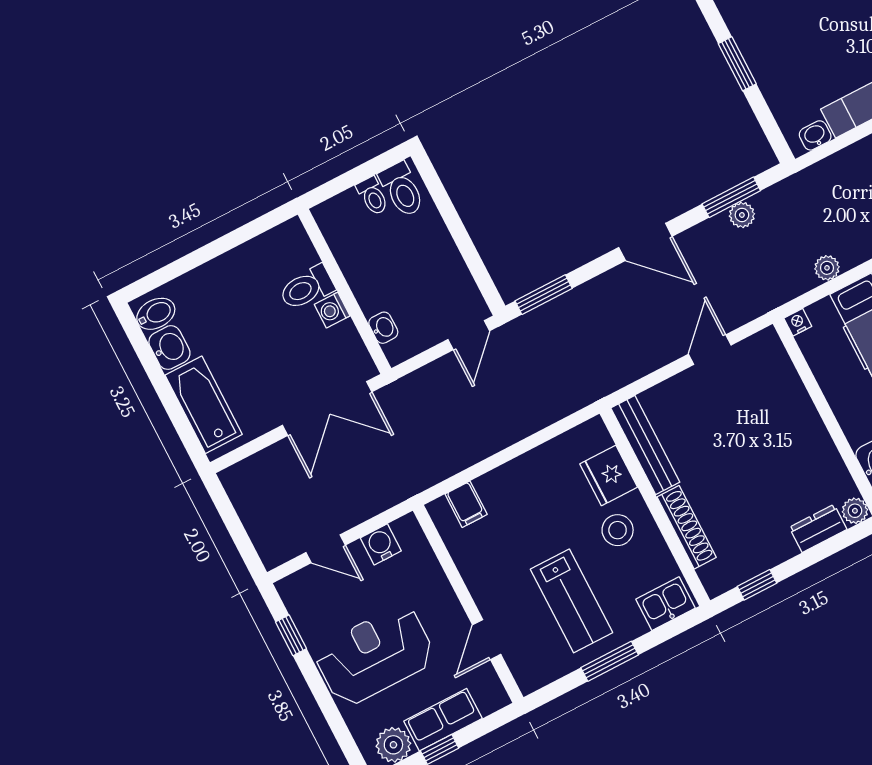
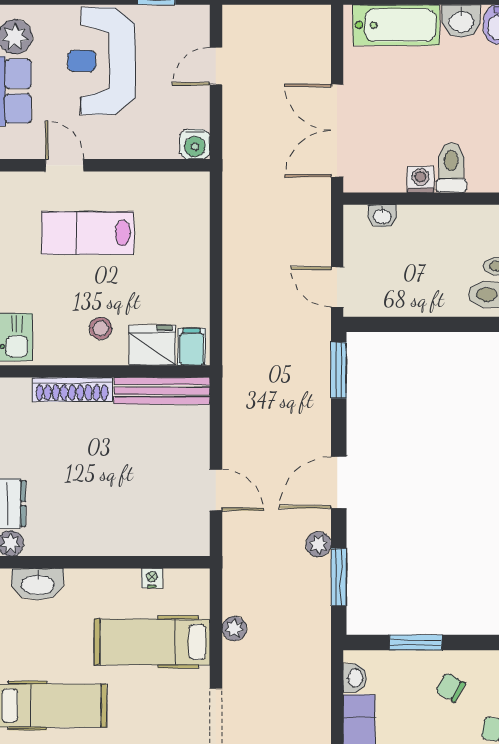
chair: (779, 44) -> (450, 688), added
window: (737, 64) -> (416, 643), moved
plant: (742, 215) -> (319, 544), moved
nightstand: (798, 322) -> (152, 578), moved, turned -90
filing cabinet: (466, 504) -> (192, 347), moved, turned 90
stool: (618, 530) -> (101, 328), width x0.73, depth x0.73
water cooler: (381, 544) -> (195, 144), moved, turned 90
lab bench: (571, 601) -> (88, 233), moved
reception desk: (375, 655) -> (101, 61), turned 180

